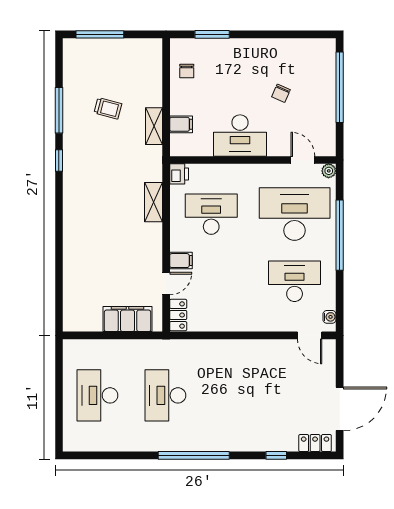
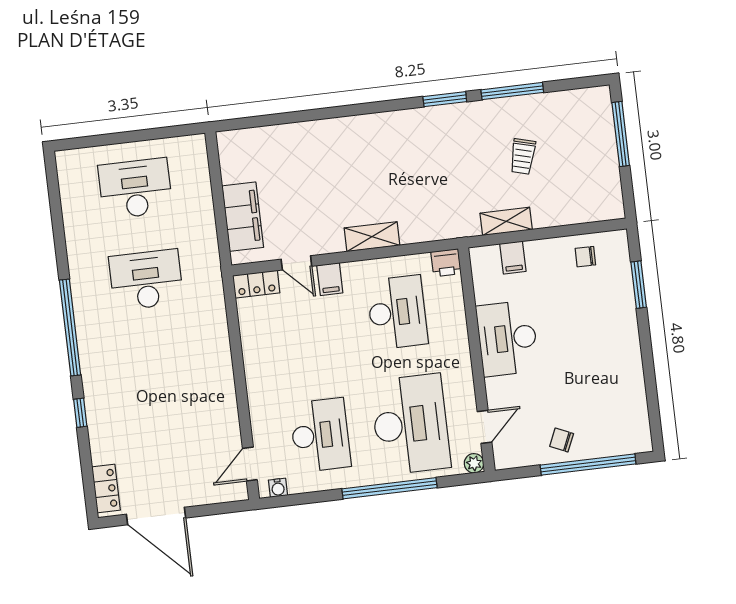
chair: (281, 93) -> (562, 440), moved
window: (59, 160) -> (445, 99), width x1.50
shelving: (153, 202) -> (372, 237), moved
window: (276, 455) -> (80, 413), moved

